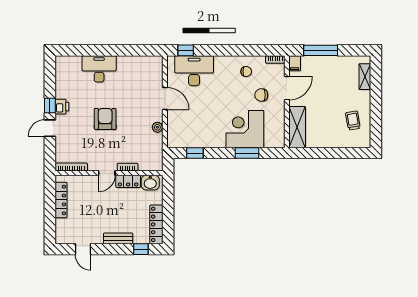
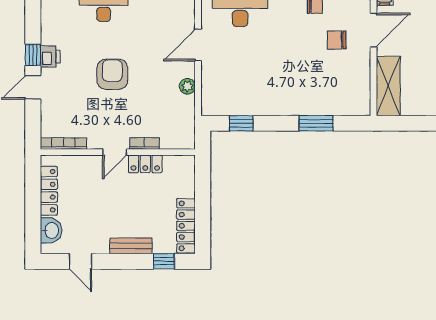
door: (165, 99) -> (198, 45), swing flipped
corner desk: (245, 129) -> (313, 89), removed
washbasin: (150, 183) -> (51, 230), moved, turned -90

